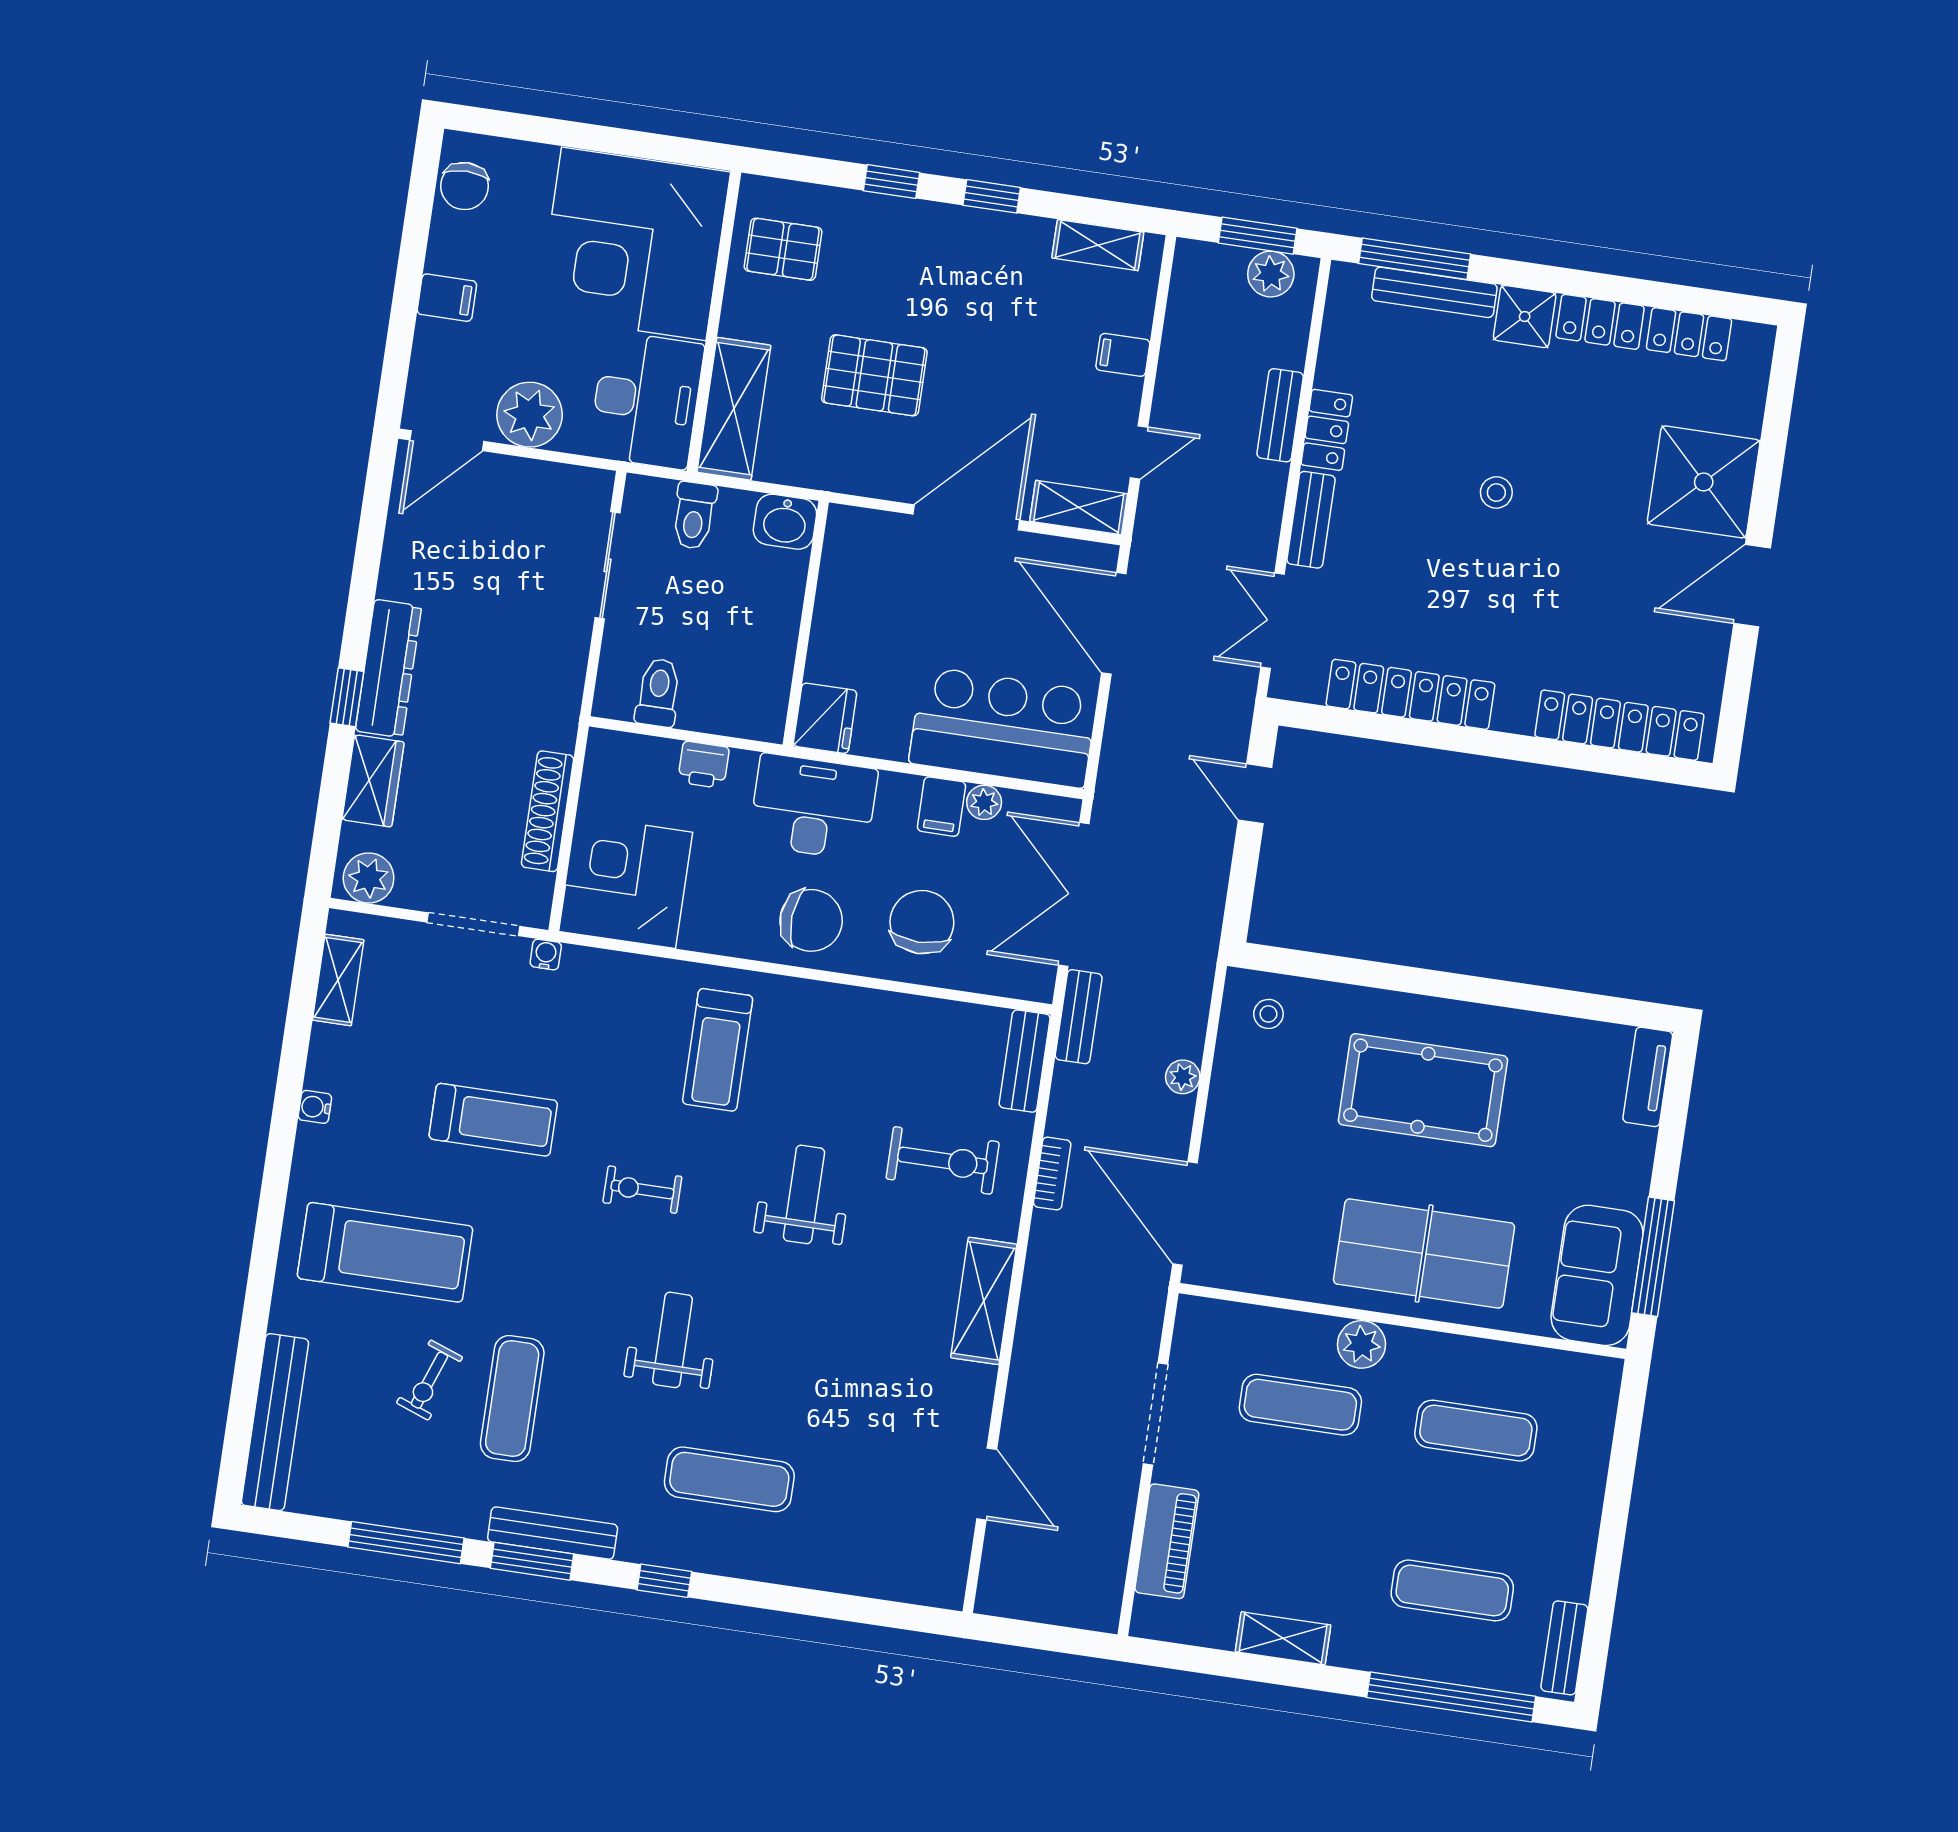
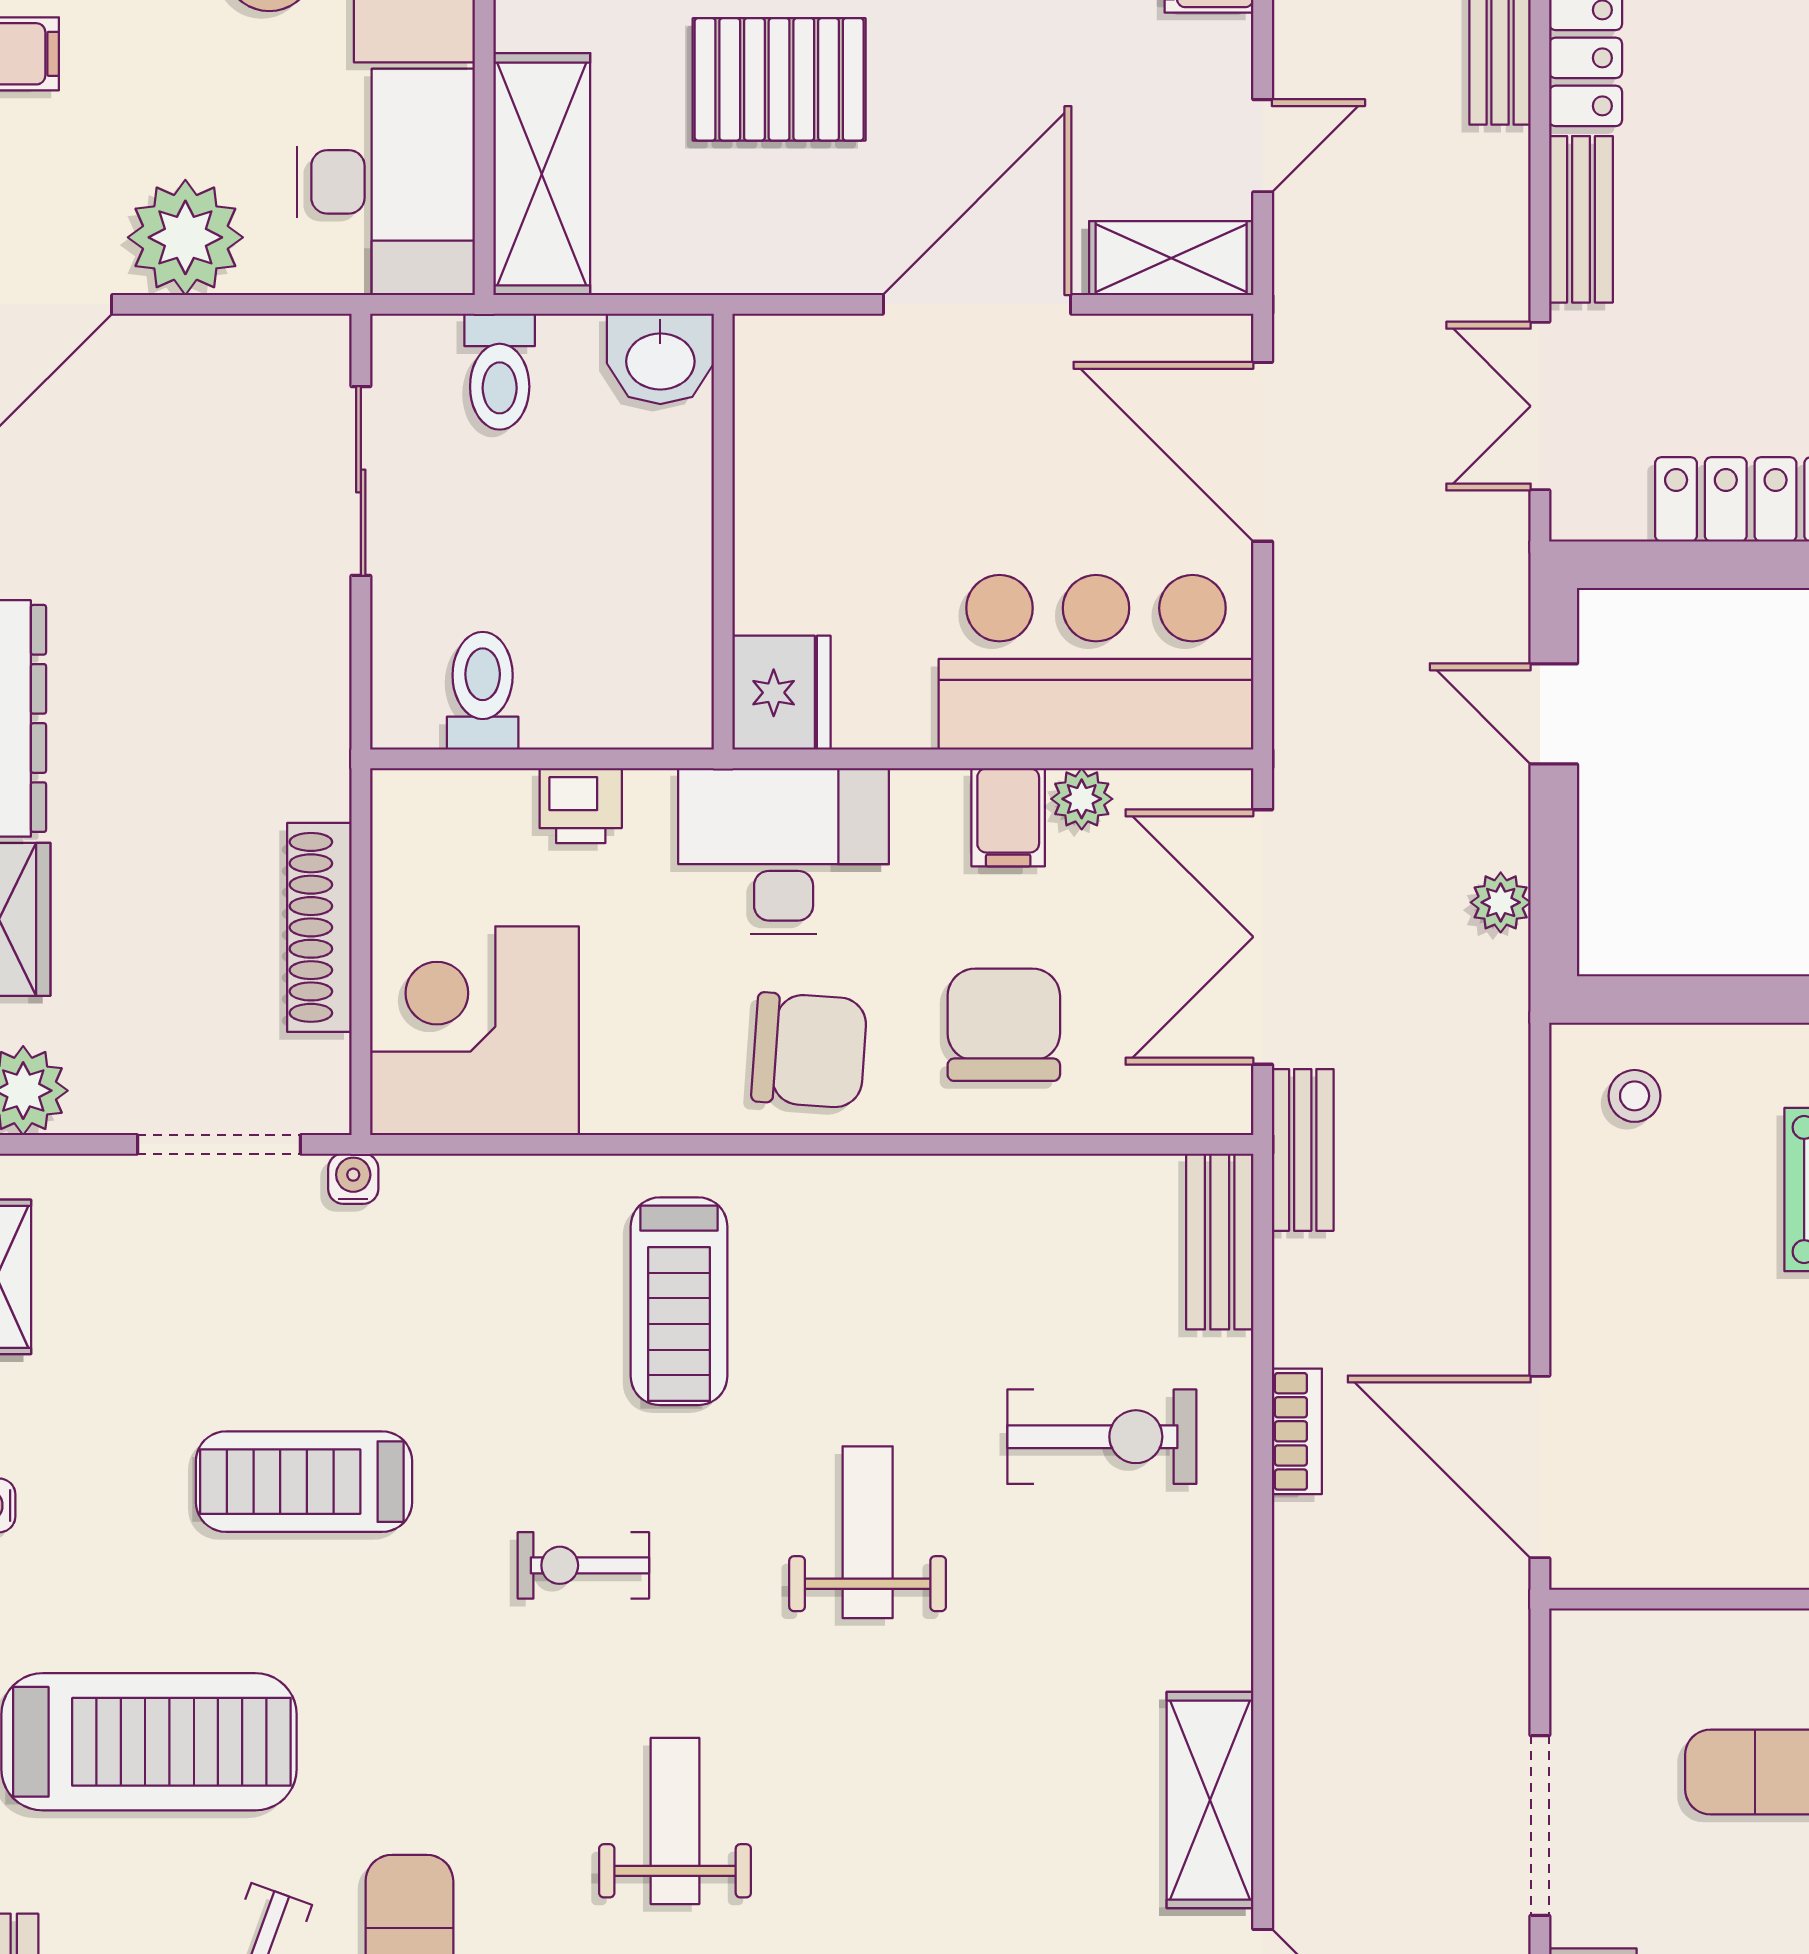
plant: (1183, 1077) -> (1501, 902), moved
treadmill: (493, 1120) -> (304, 1482), turned 180
shelving: (984, 1301) -> (1210, 1800), moved

